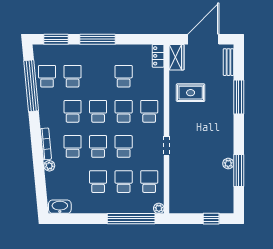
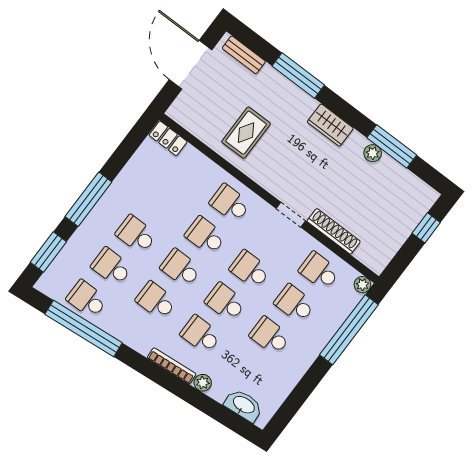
wardrobe: (177, 57) -> (330, 125), moved, turned 180
school desk: (124, 76) -> (136, 234), moved
shoe rack: (174, 174) -> (334, 231), added
washbasin: (60, 207) -> (244, 405), moved, turned 85

